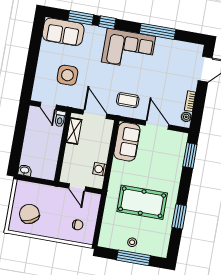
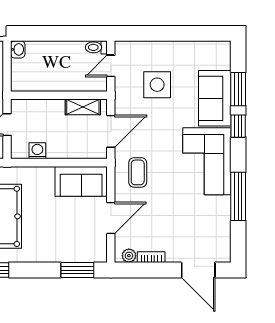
sofa: (63, 32) -> (215, 98), moved
toilet: (60, 119) -> (96, 47), moved

